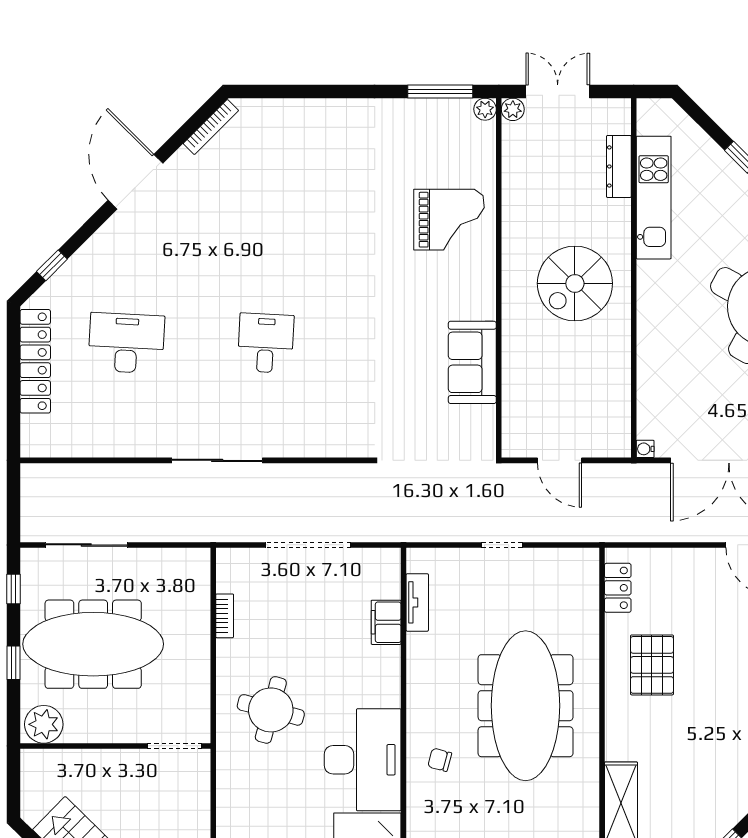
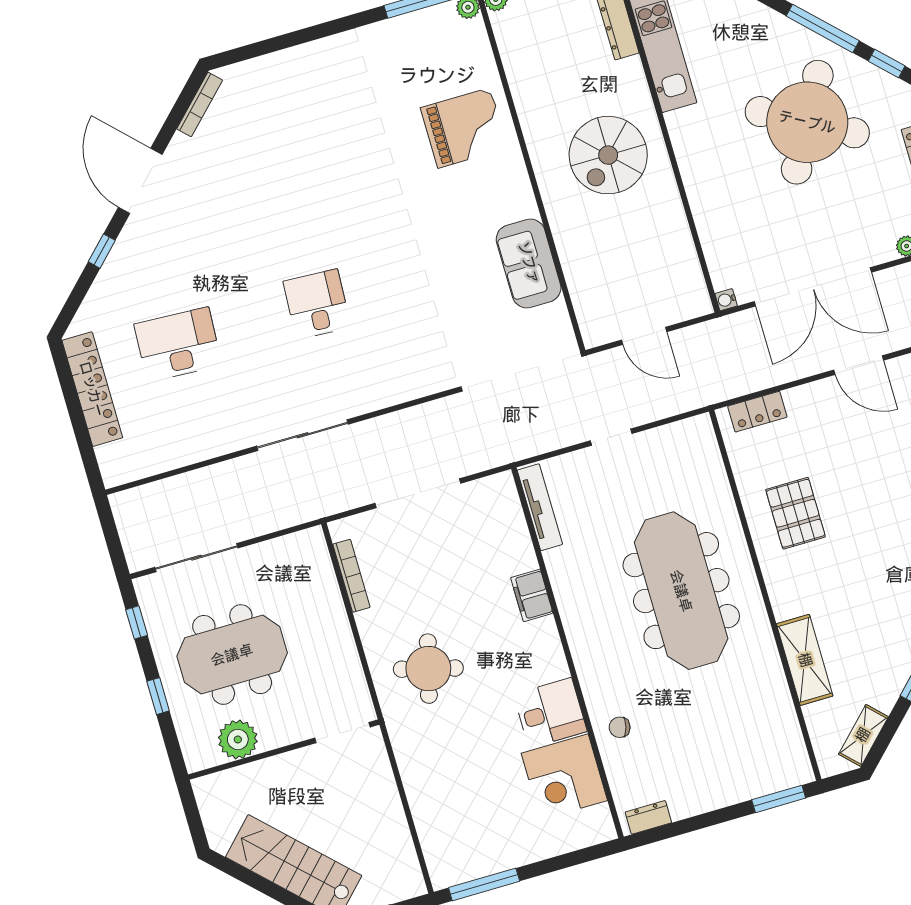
window: (52, 265) -> (102, 251), moved
locker: (618, 588) -> (757, 412), moved, turned 90
tv unit: (417, 602) -> (540, 507), width x1.41
bookcase: (225, 616) -> (351, 576), width x1.56
filing cabinet: (386, 622) -> (532, 595), moved
meeting table: (93, 644) -> (232, 655), width x0.73
plant: (44, 724) -> (238, 739), moved
desk: (363, 760) -> (550, 713), width x0.53, depth x0.77
chair: (440, 760) -> (620, 727), moved

